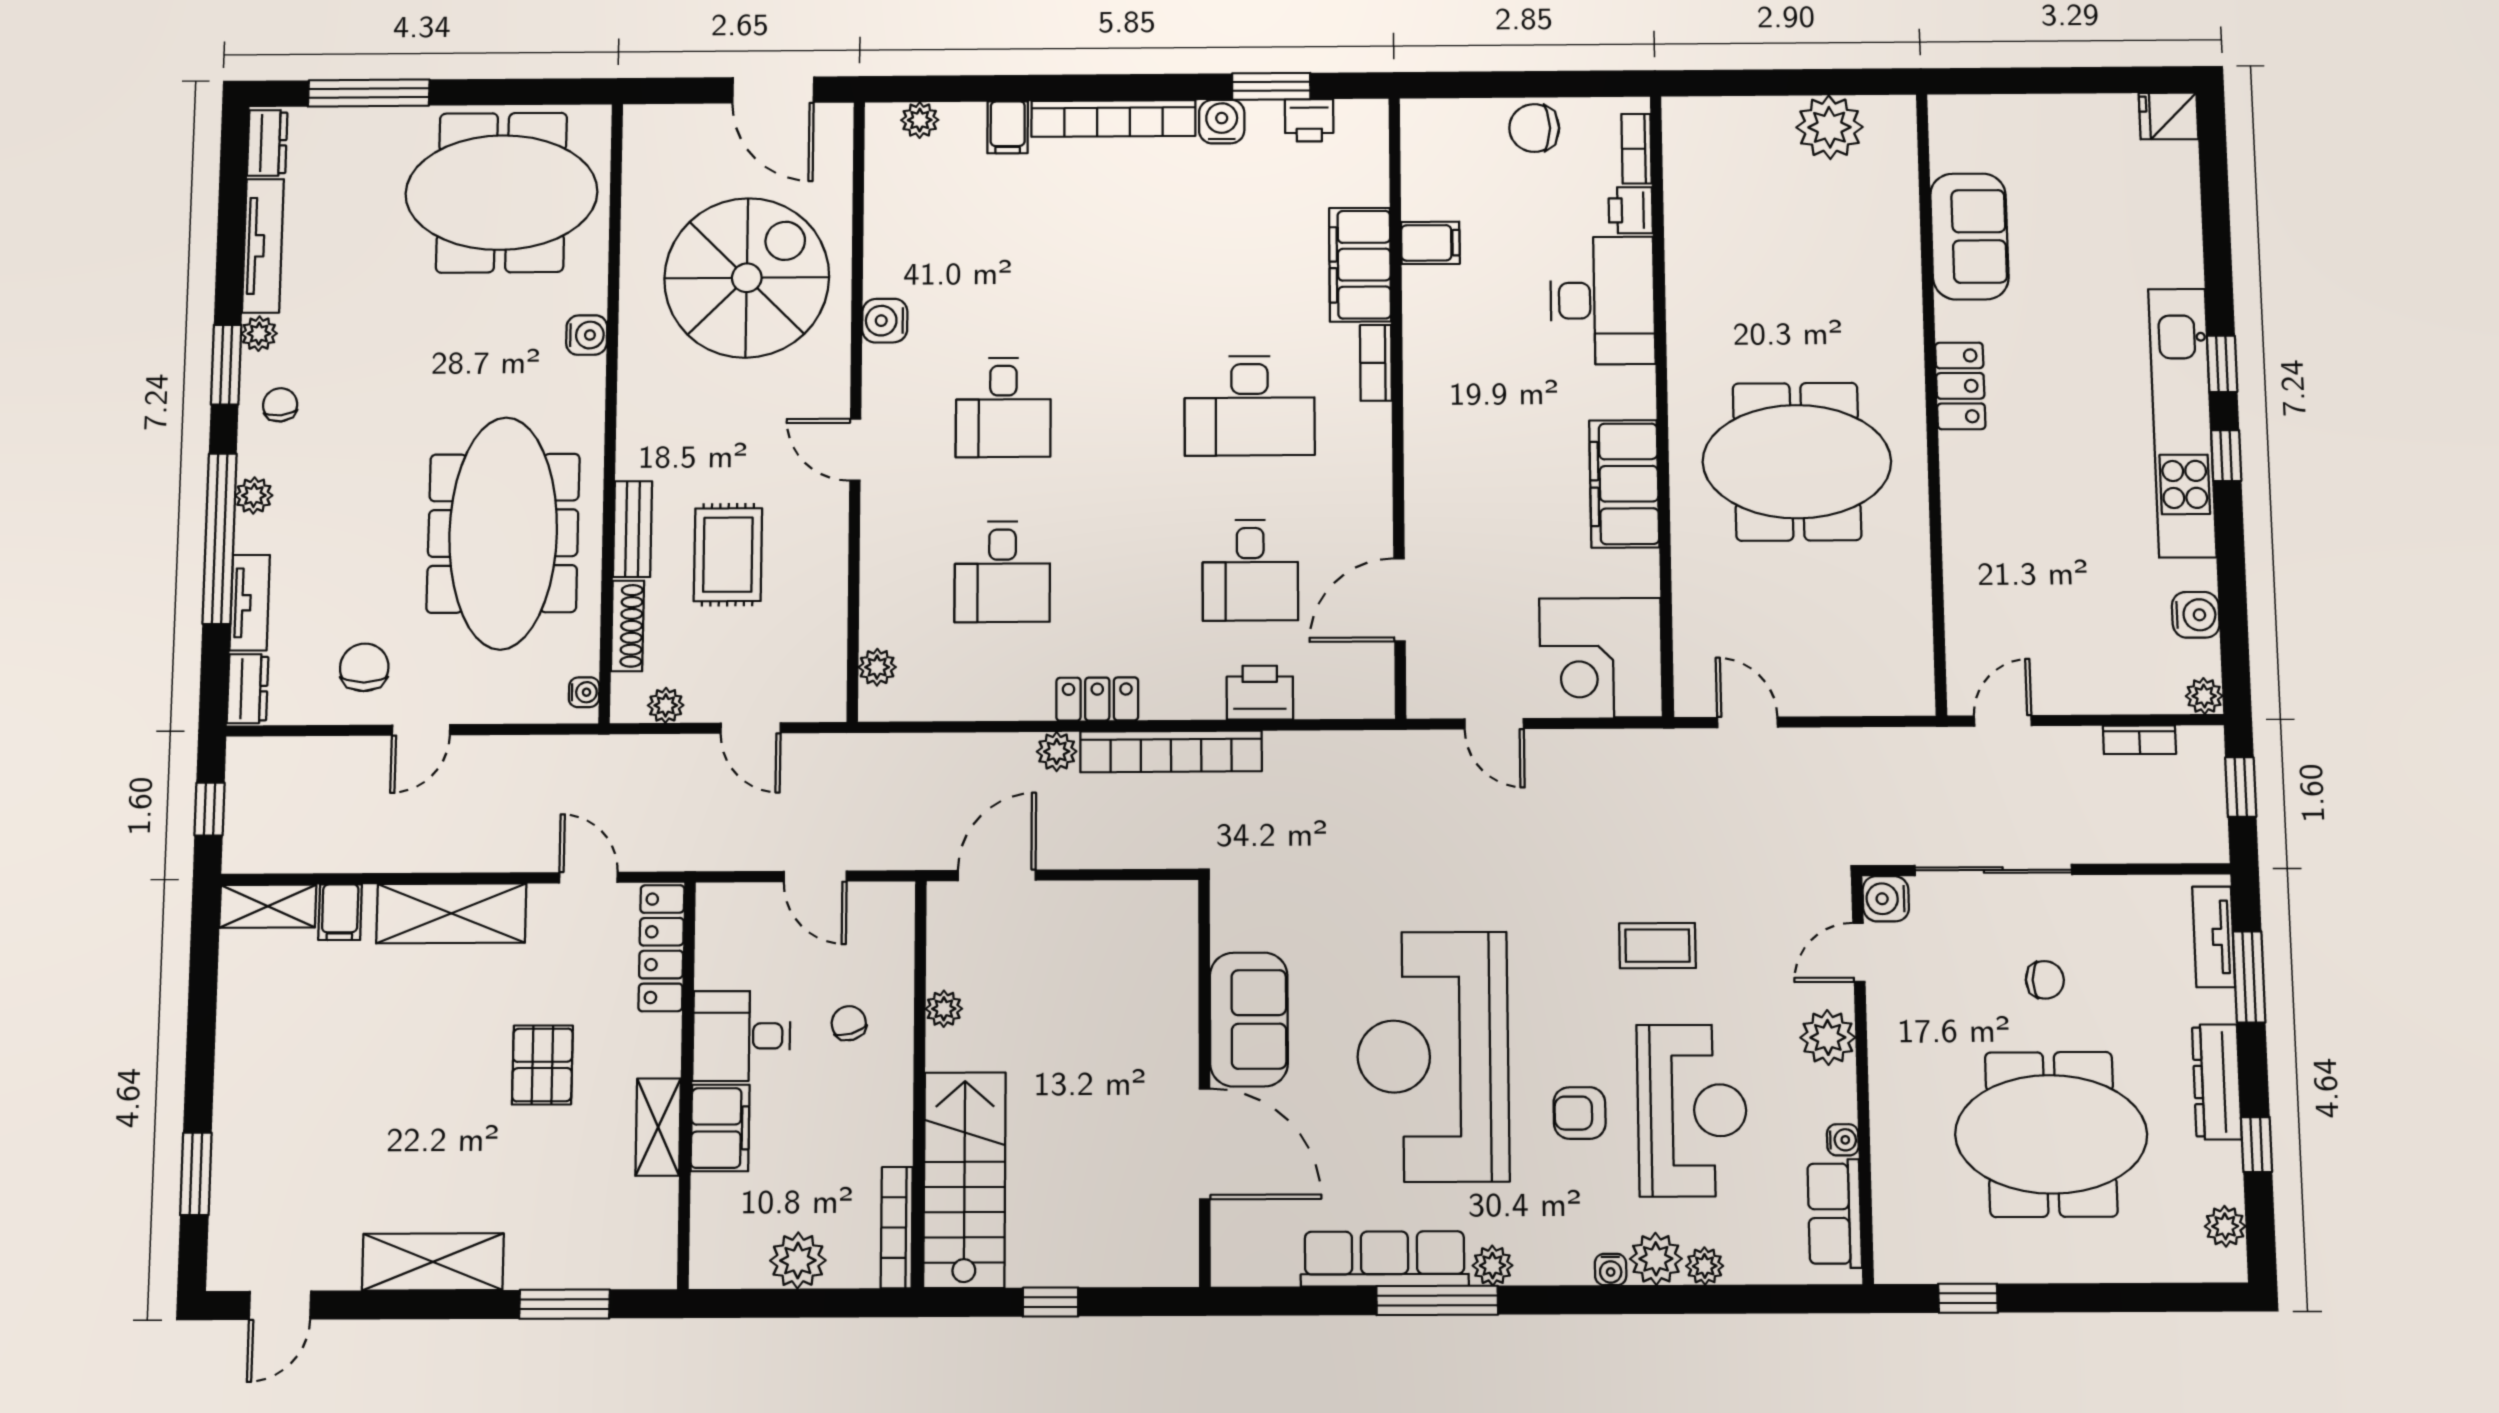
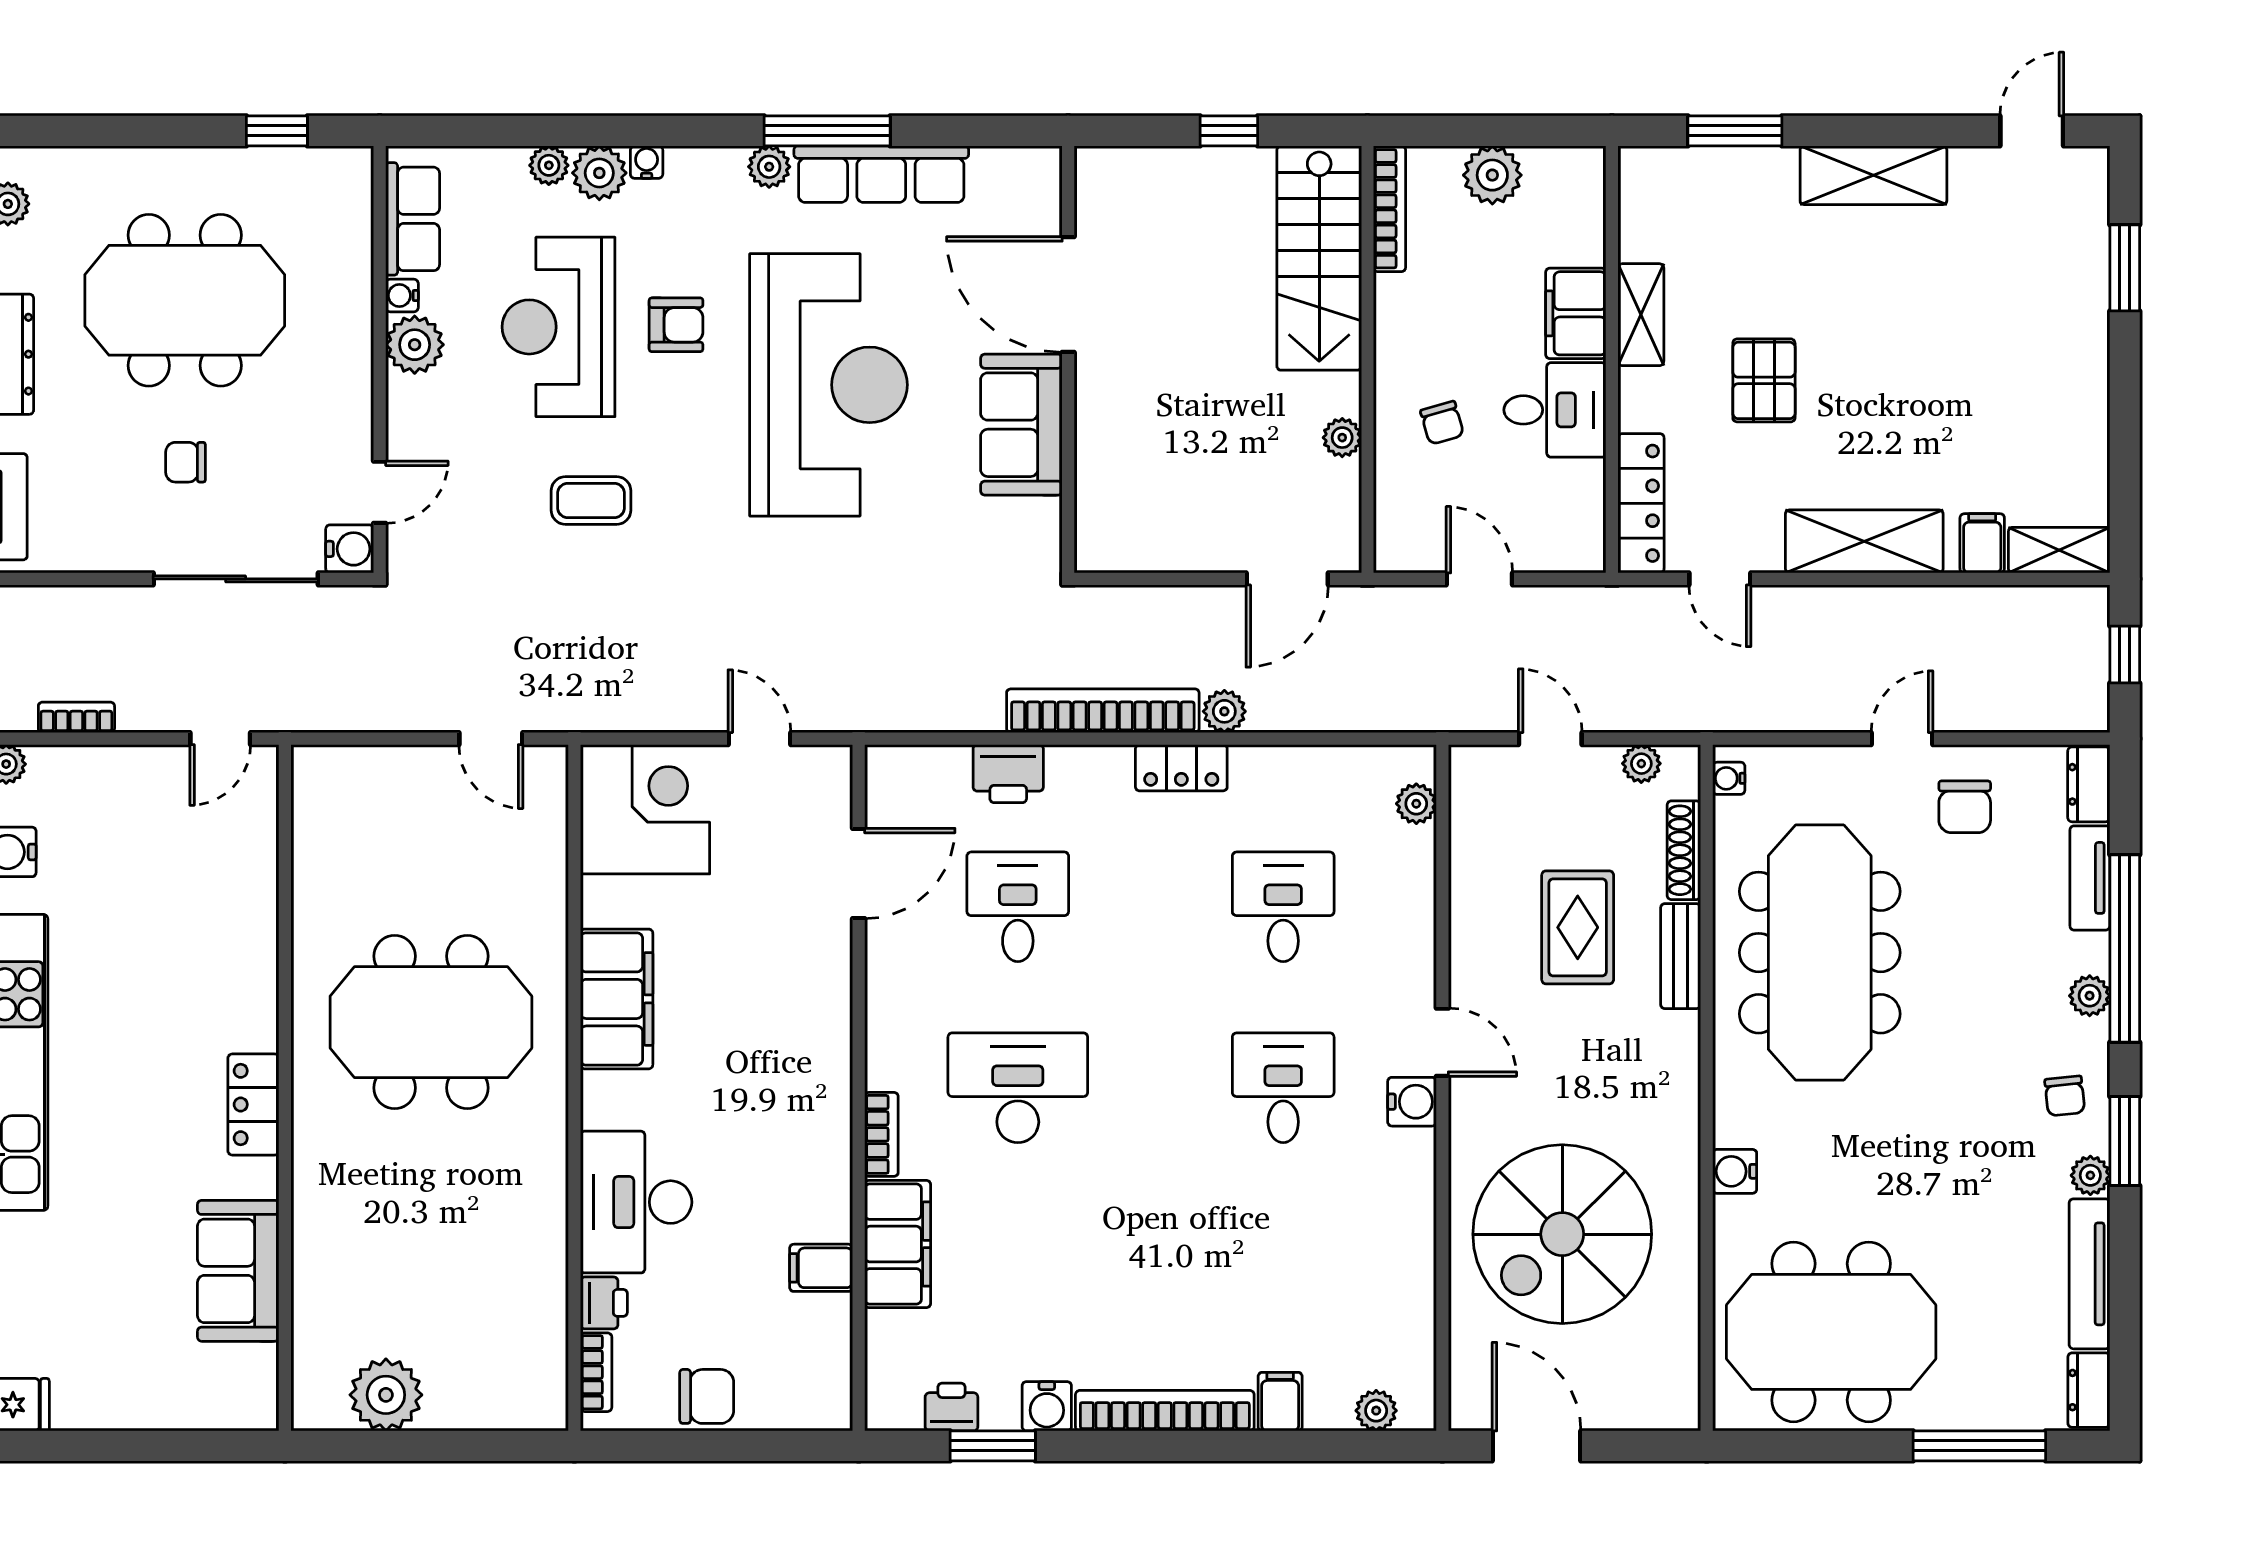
water cooler: (885, 321) -> (1412, 1102), moved
plant: (1828, 1037) -> (415, 345), moved

